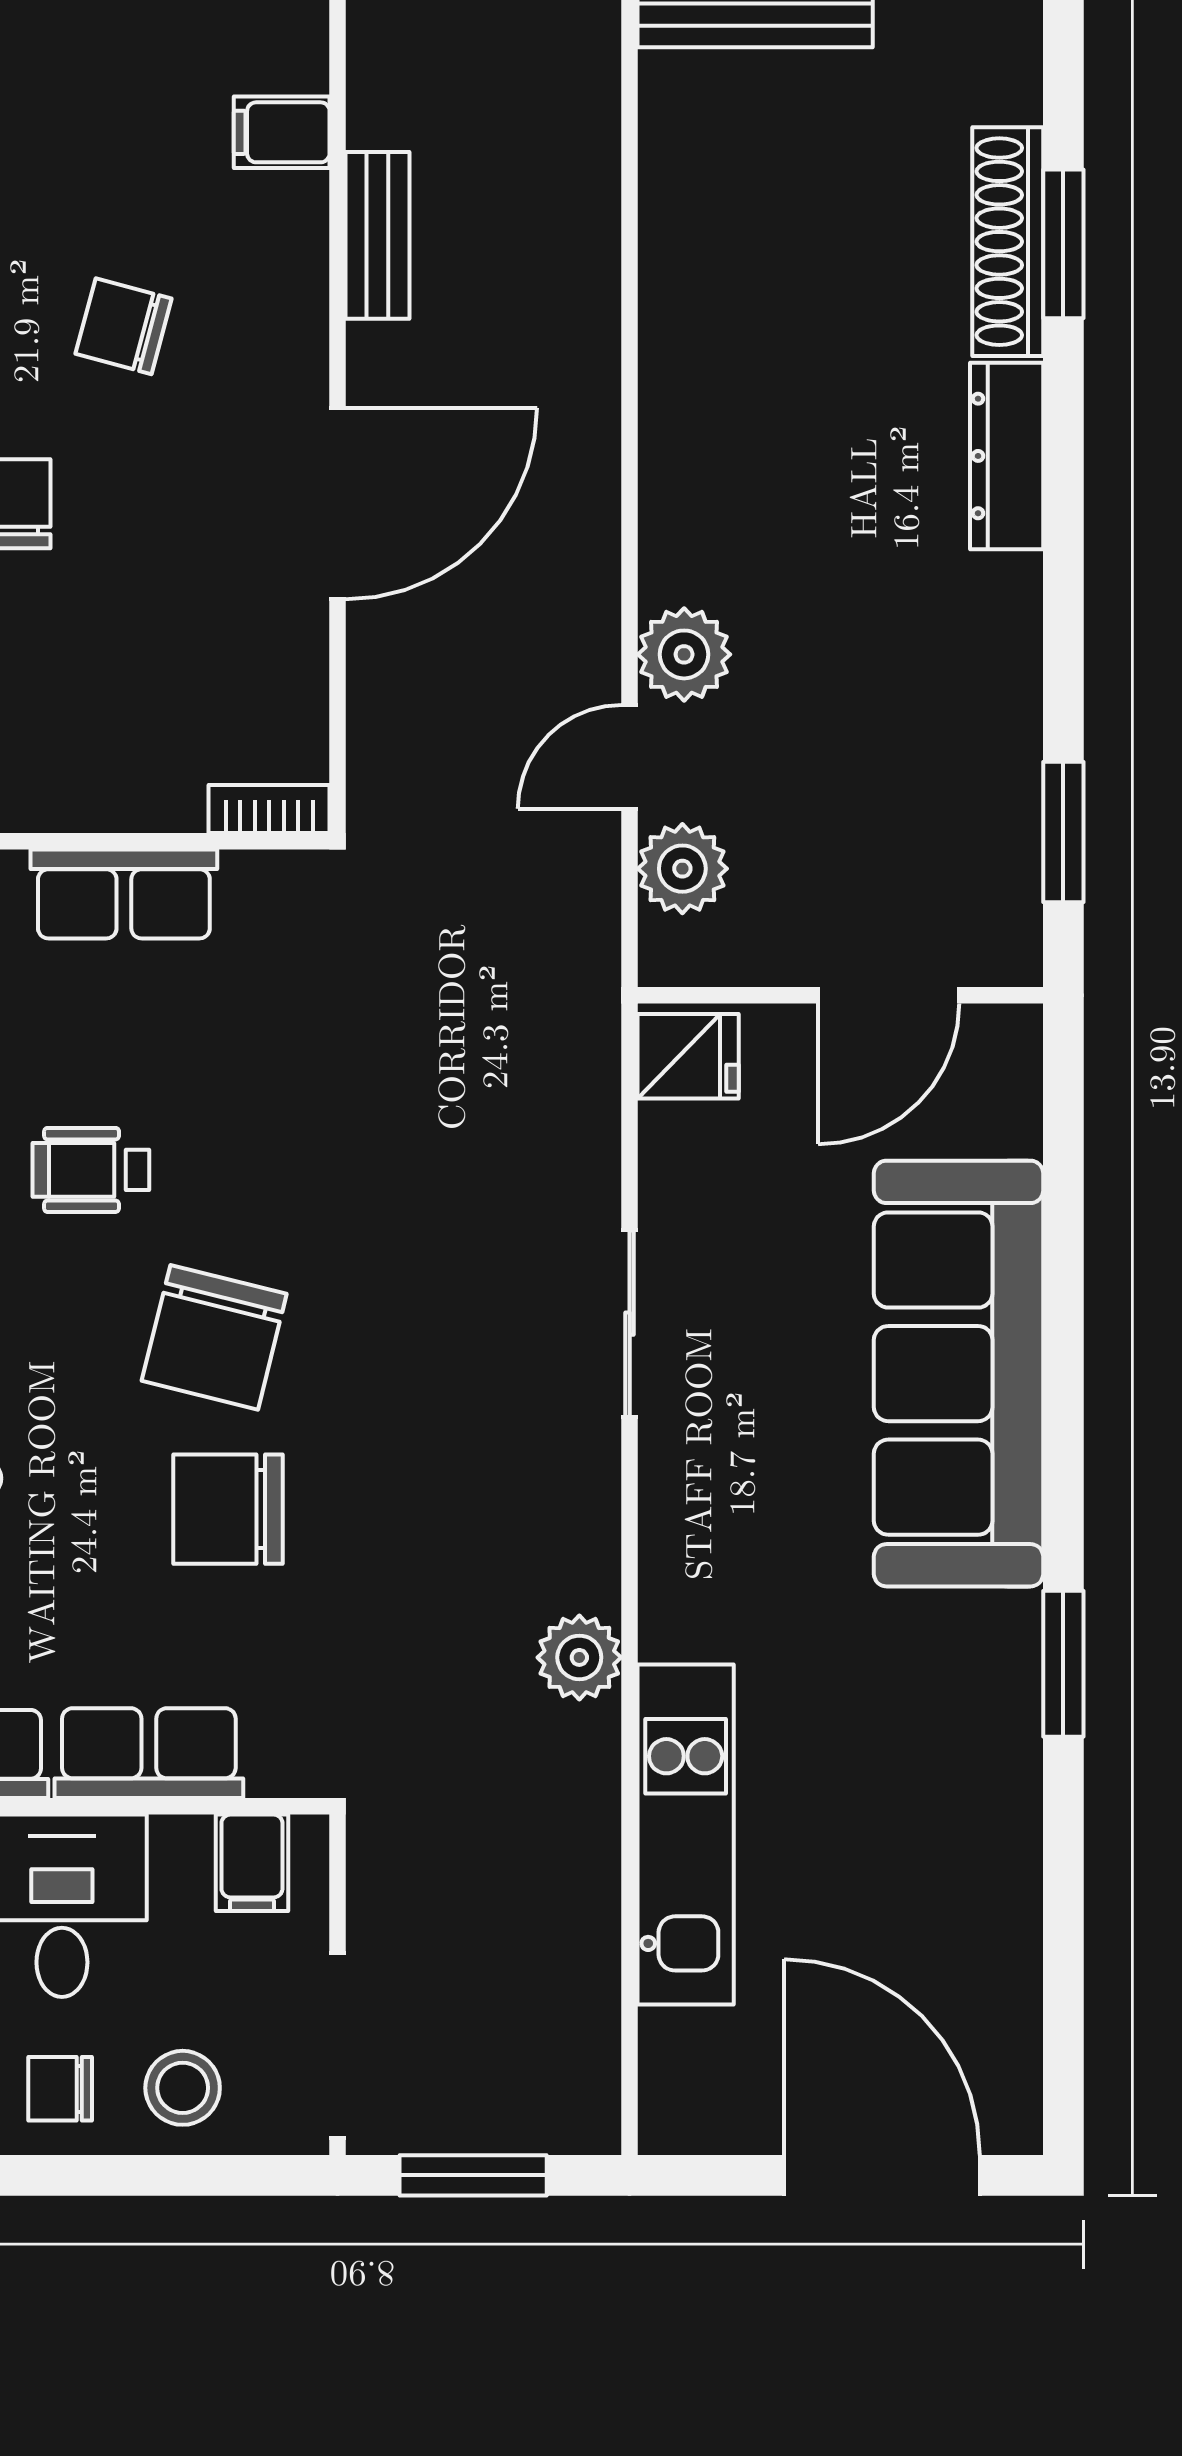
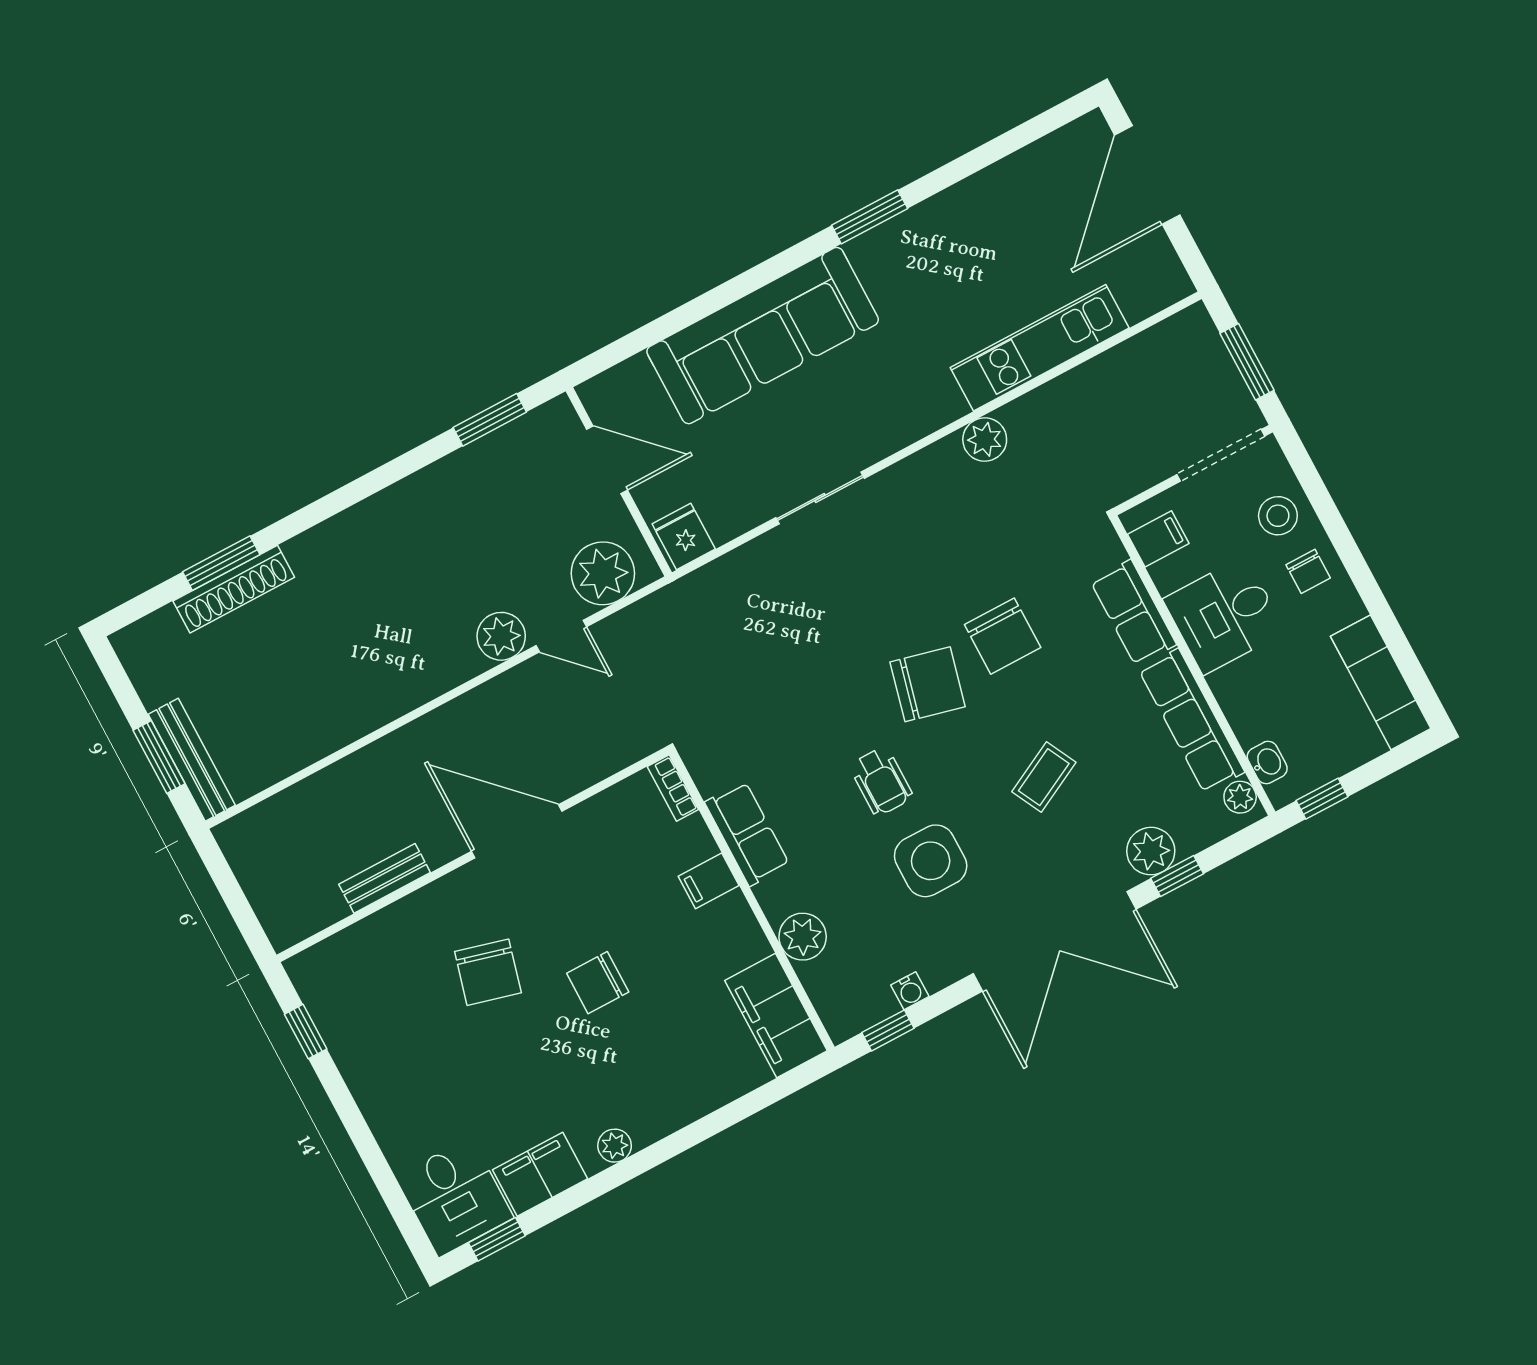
filing cabinet: (282, 132) -> (709, 881), moved, turned 90
chair: (124, 326) -> (488, 972), width x1.37, depth x1.37
dresser: (1007, 456) -> (332, 537), removed
plant: (682, 869) -> (603, 573), width x1.36, depth x1.36

